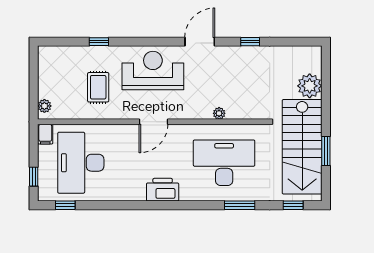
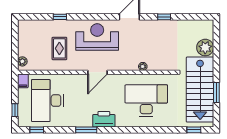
window: (240, 205) -> (86, 130), moved

